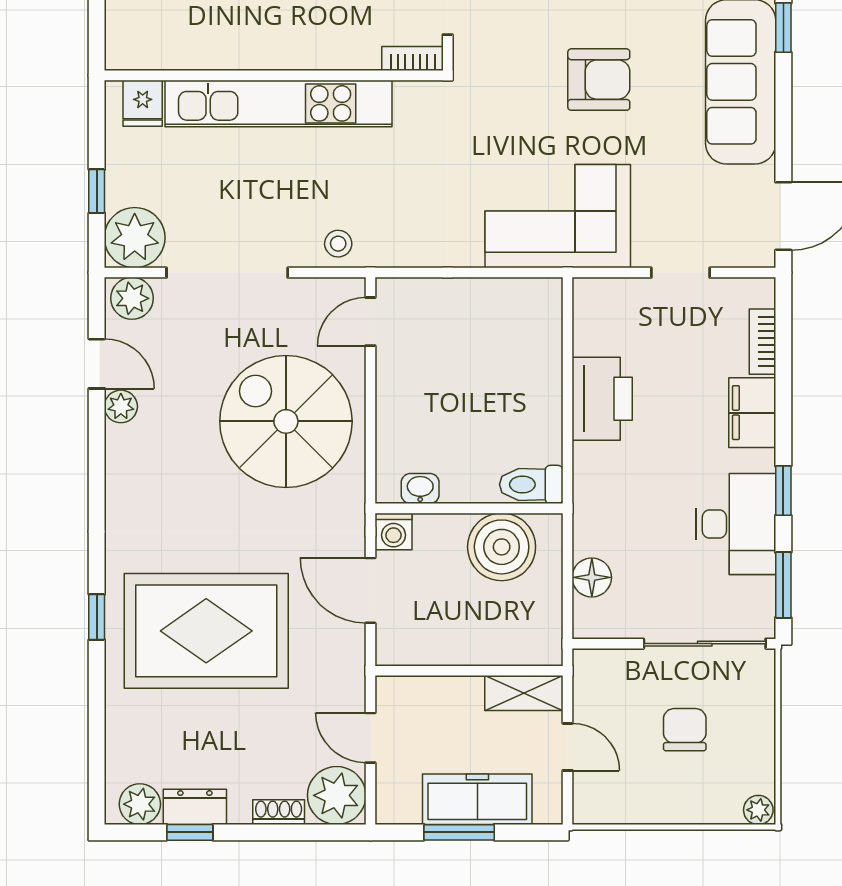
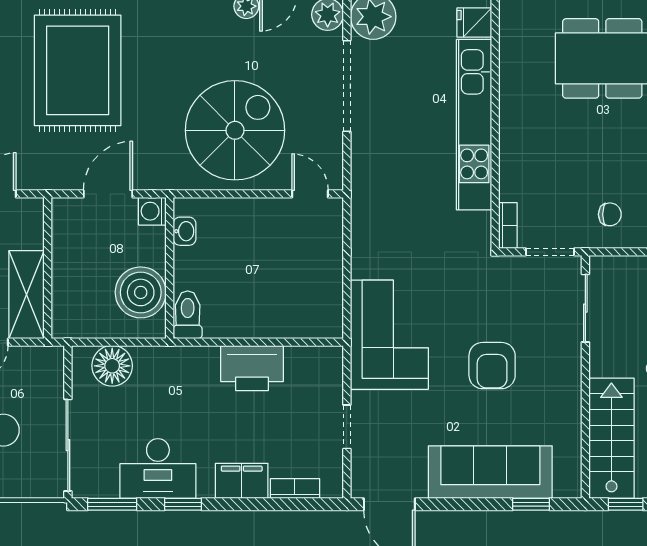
stool: (338, 244) -> (369, 170), removed
floor lamp: (592, 577) -> (112, 366), width x1.38, depth x1.38
shelving: (524, 693) -> (26, 295), width x1.50, depth x1.33

